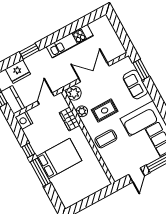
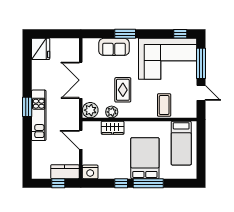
kitchen unit: (70, 41) -> (39, 115), moved
window: (29, 51) -> (27, 107), moved
window: (141, 70) -> (125, 34), moved
fridge: (18, 72) -> (41, 49), moved
coffee table: (106, 139) -> (164, 105), moved
bed: (87, 181) -> (181, 143), added

